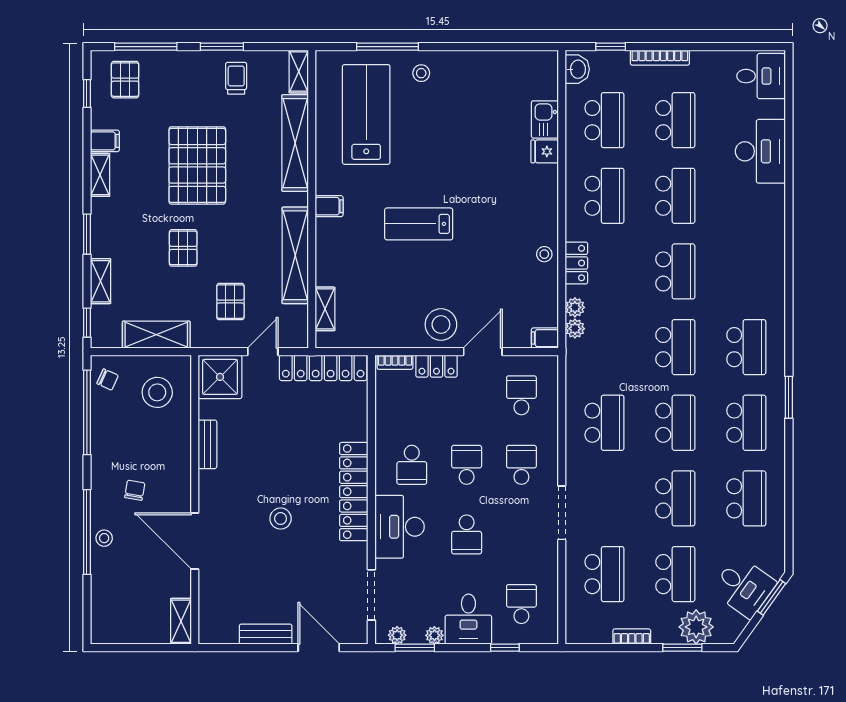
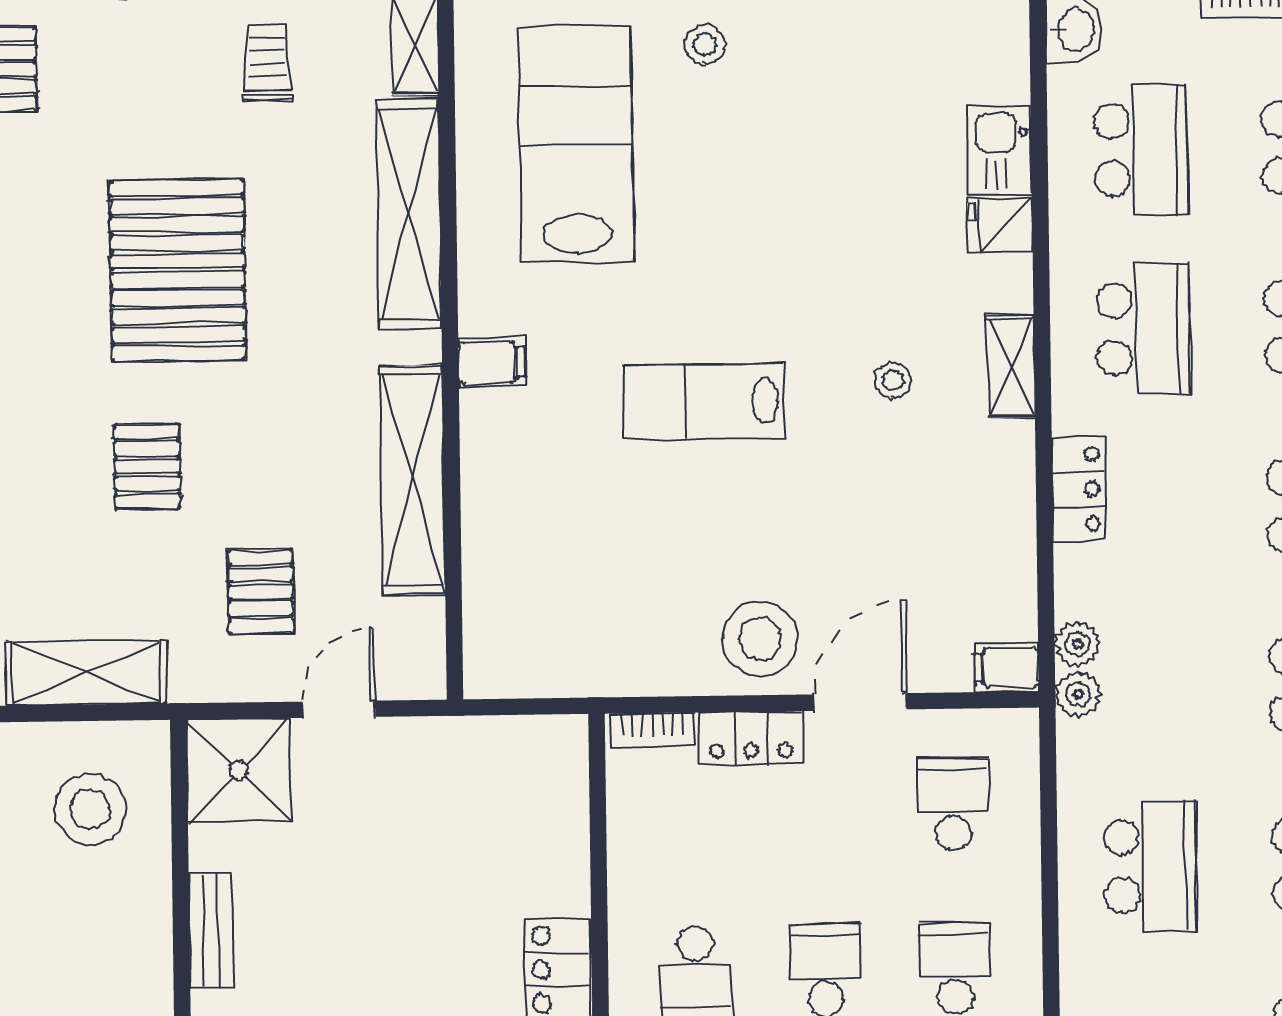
stool: (544, 254) -> (893, 380), moved
plant: (575, 307) -> (1078, 694), moved
shelving: (325, 309) -> (1011, 367), moved
locker: (323, 368) -> (483, 745), removed

